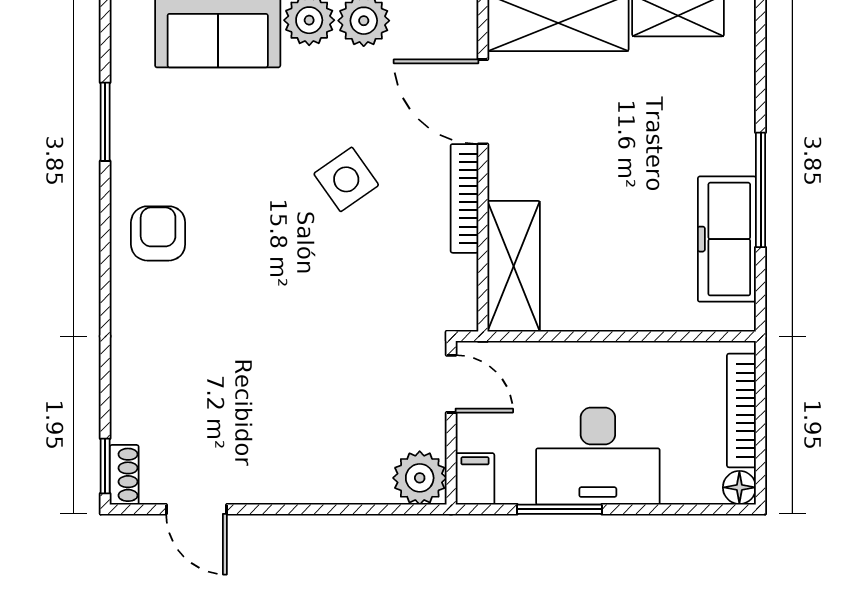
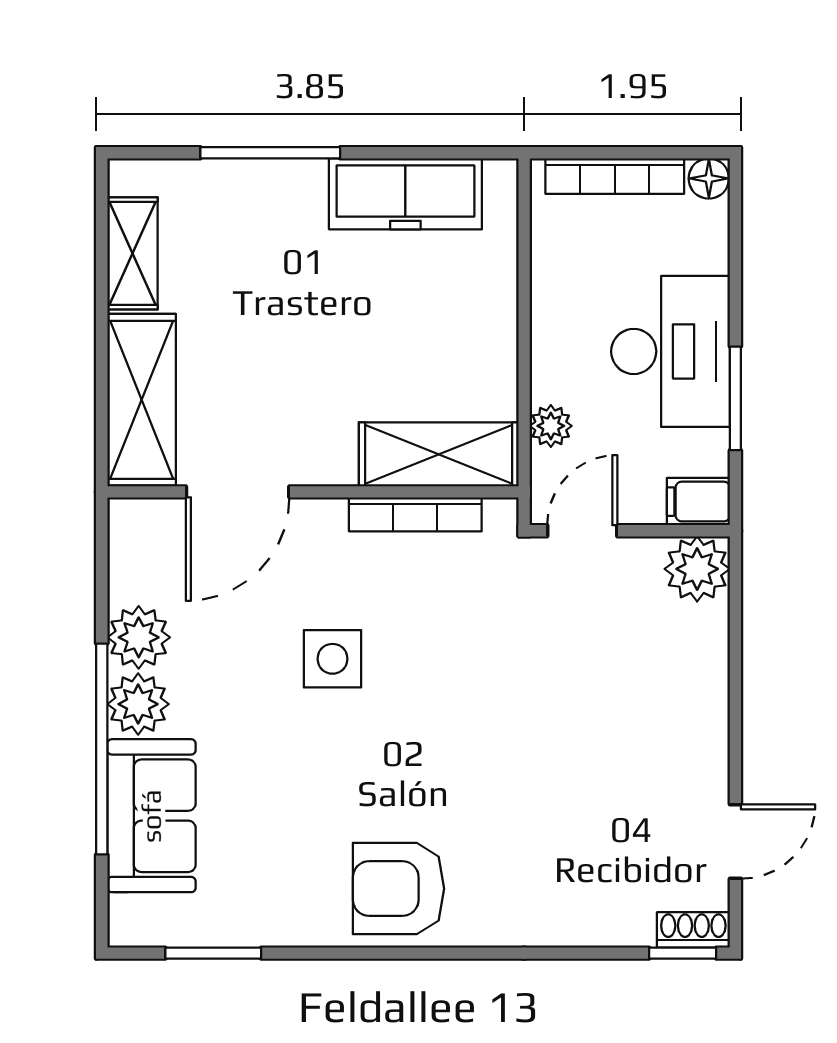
window: (105, 122) -> (213, 953), moved
side table: (346, 179) -> (333, 659), turned 35
window: (761, 190) -> (270, 153), moved
bookcase: (464, 198) -> (415, 514), moved
armchair: (158, 233) -> (399, 889), width x1.38, depth x1.38
plant: (537, 358) -> (551, 426), added

